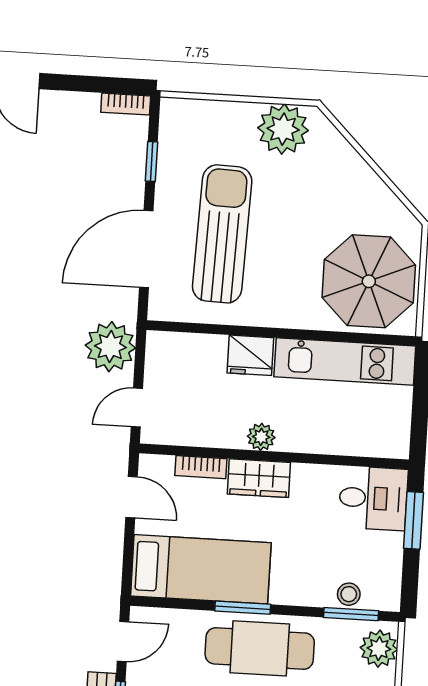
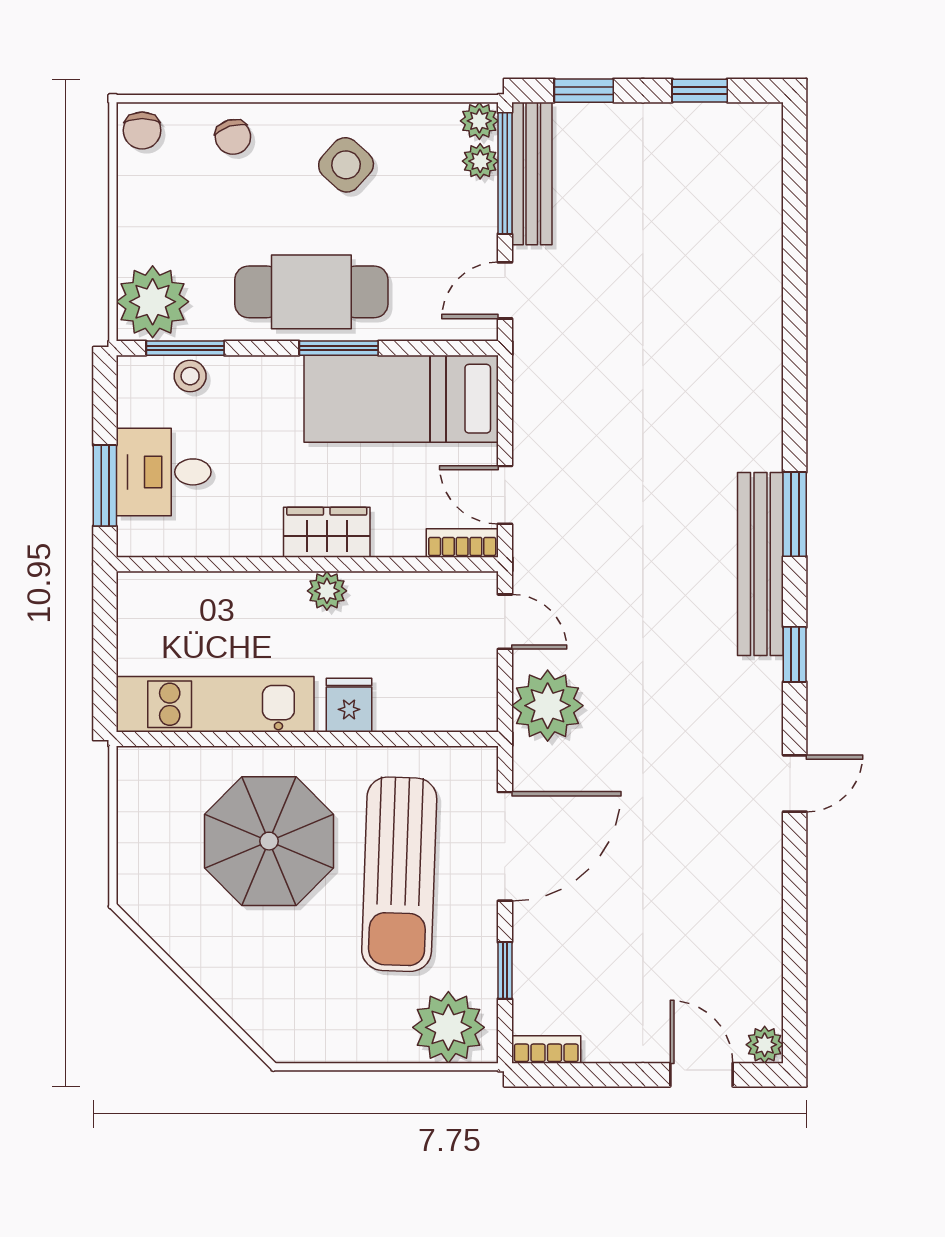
plant: (283, 129) -> (448, 1027), moved
parasol: (369, 281) -> (269, 841), moved
fridge: (250, 355) -> (349, 705), width x0.72
door: (137, 408) -> (505, 622), hinge flipped
bookcase: (201, 467) -> (462, 543), moved
desk: (373, 498) -> (164, 472), moved
plant: (379, 649) -> (153, 302), width x1.36, depth x1.36

